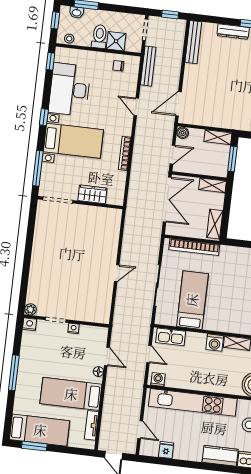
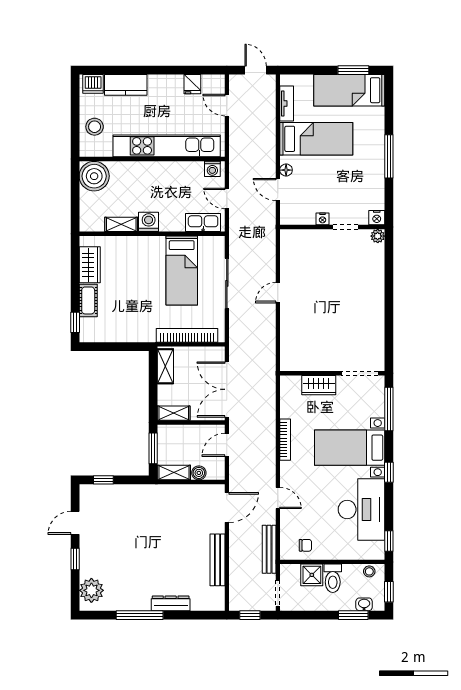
bench: (193, 42) -> (218, 560), moved
boiler: (183, 133) -> (199, 473), moved

